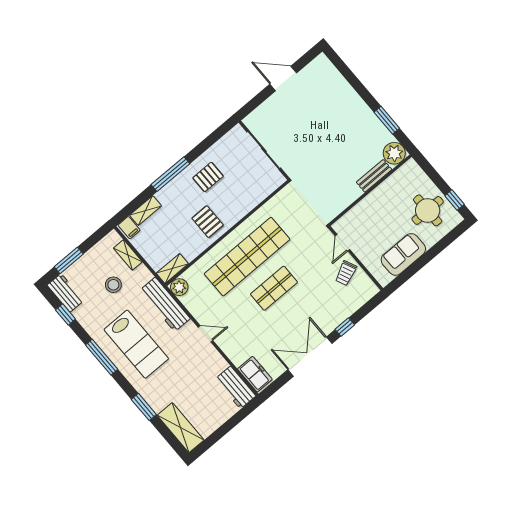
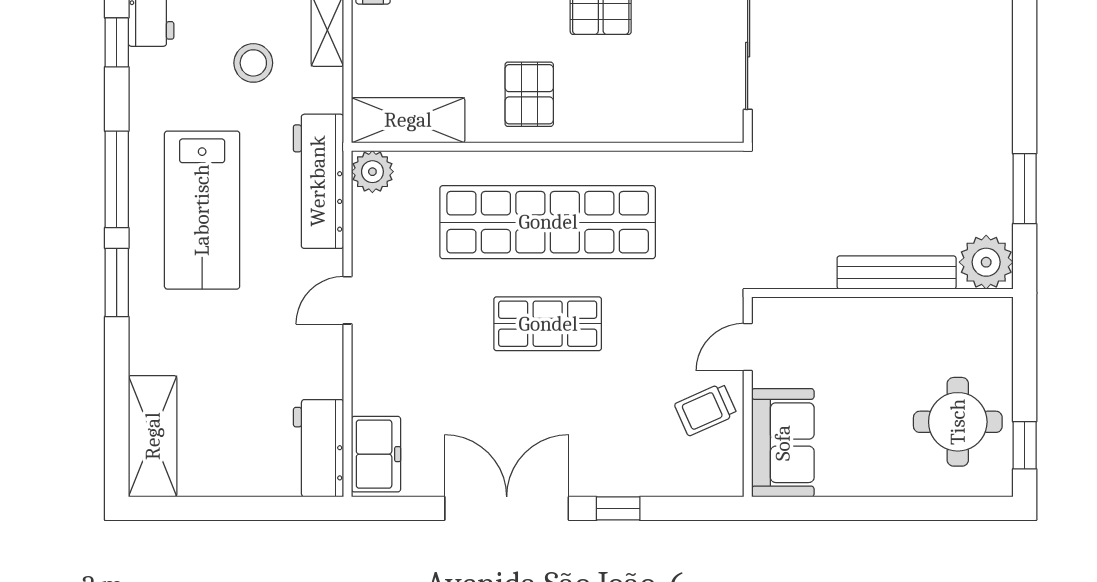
bench: (374, 176) -> (897, 272), width x1.36
sofa: (403, 254) -> (783, 443), moved, turned 90
shelving: (172, 268) -> (408, 120), width x1.50, depth x1.33
door: (205, 334) -> (348, 300), swing flipped
window: (144, 407) -> (117, 283), moved

